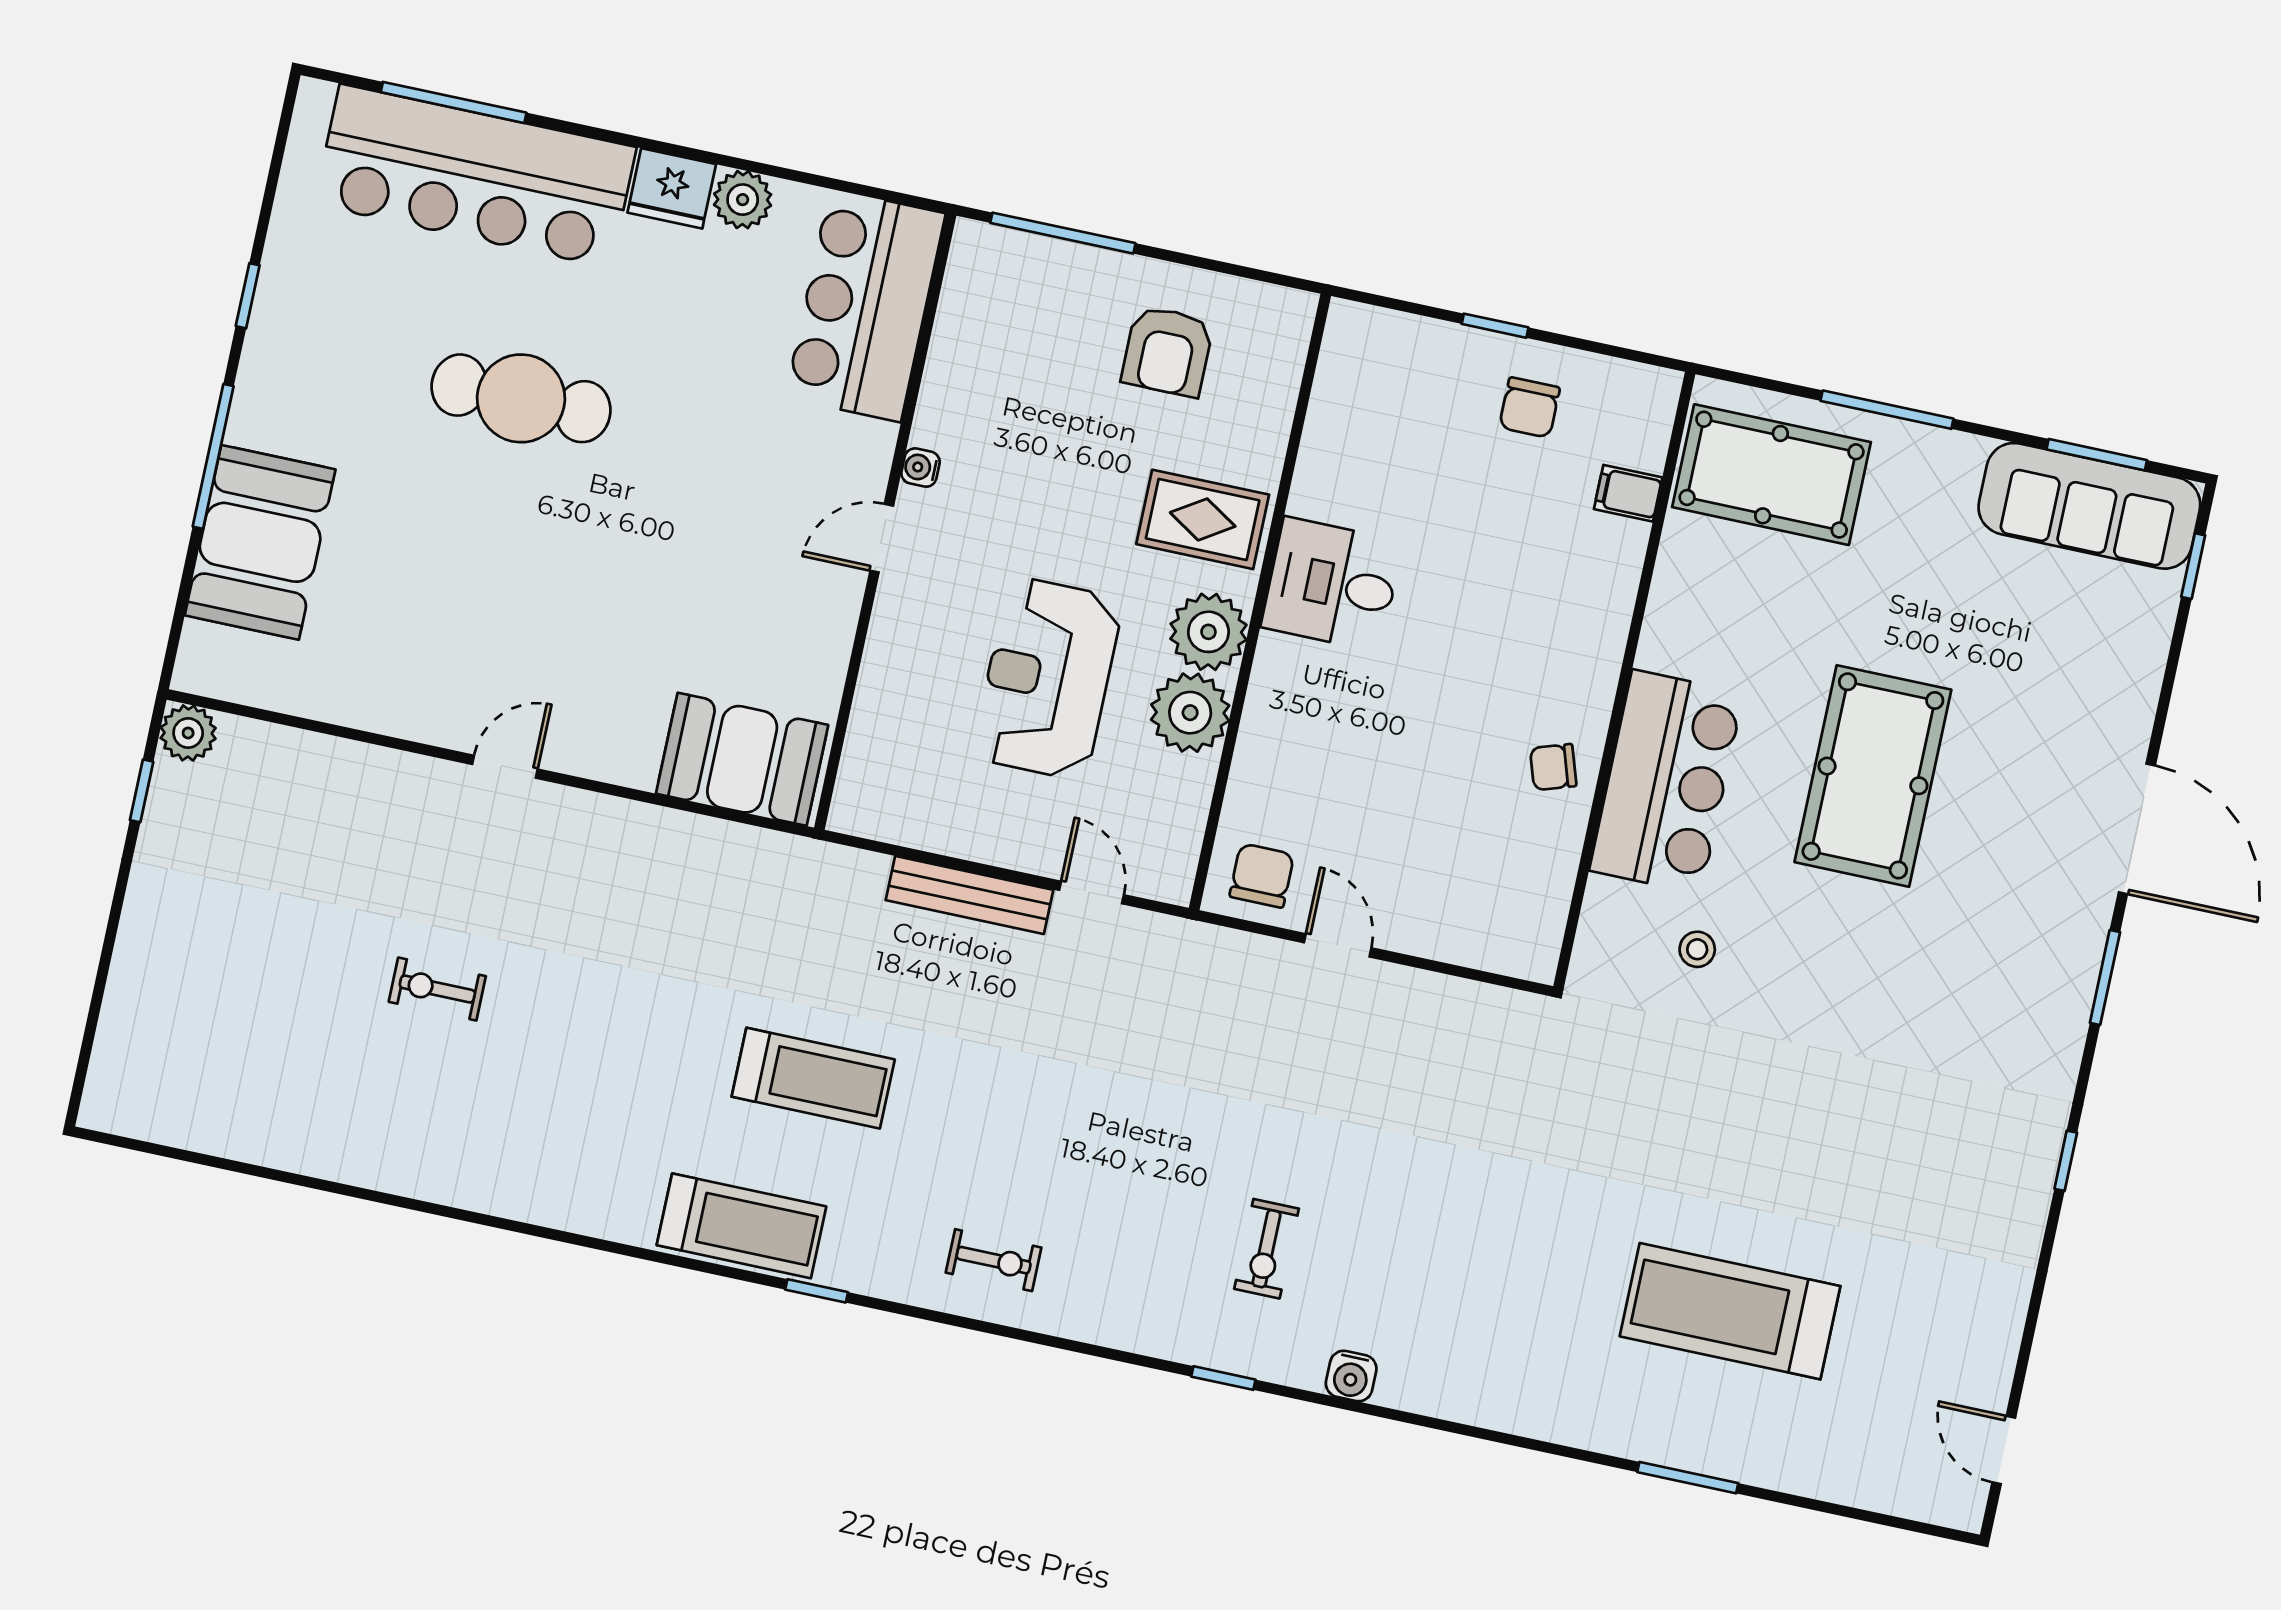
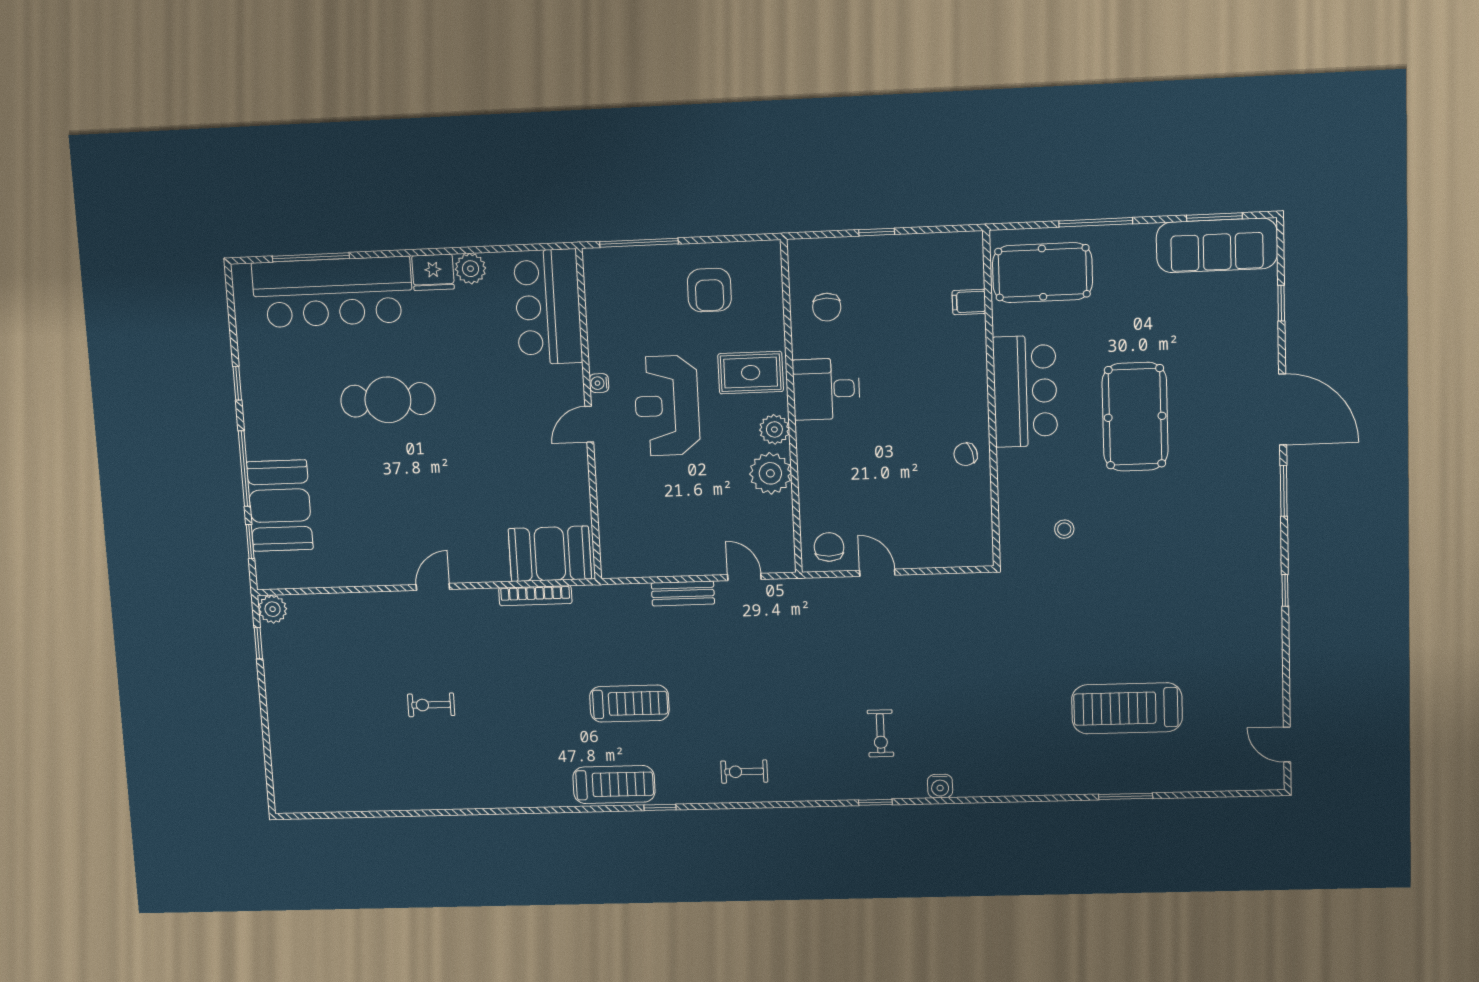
chair: (1529, 408) -> (827, 307), moved
window: (2193, 566) -> (1281, 303), moved
window: (183, 595) -> (250, 542), added
plant: (1208, 632) -> (774, 429), width x0.73, depth x0.73
reception desk: (1048, 678) -> (667, 406), moved
bar counter: (1667, 782) -> (1025, 391), moved
bookcase: (693, 831) -> (535, 596), added
bench: (970, 895) -> (683, 593), width x0.73
exercise bike: (994, 1260) -> (744, 772), turned 180

